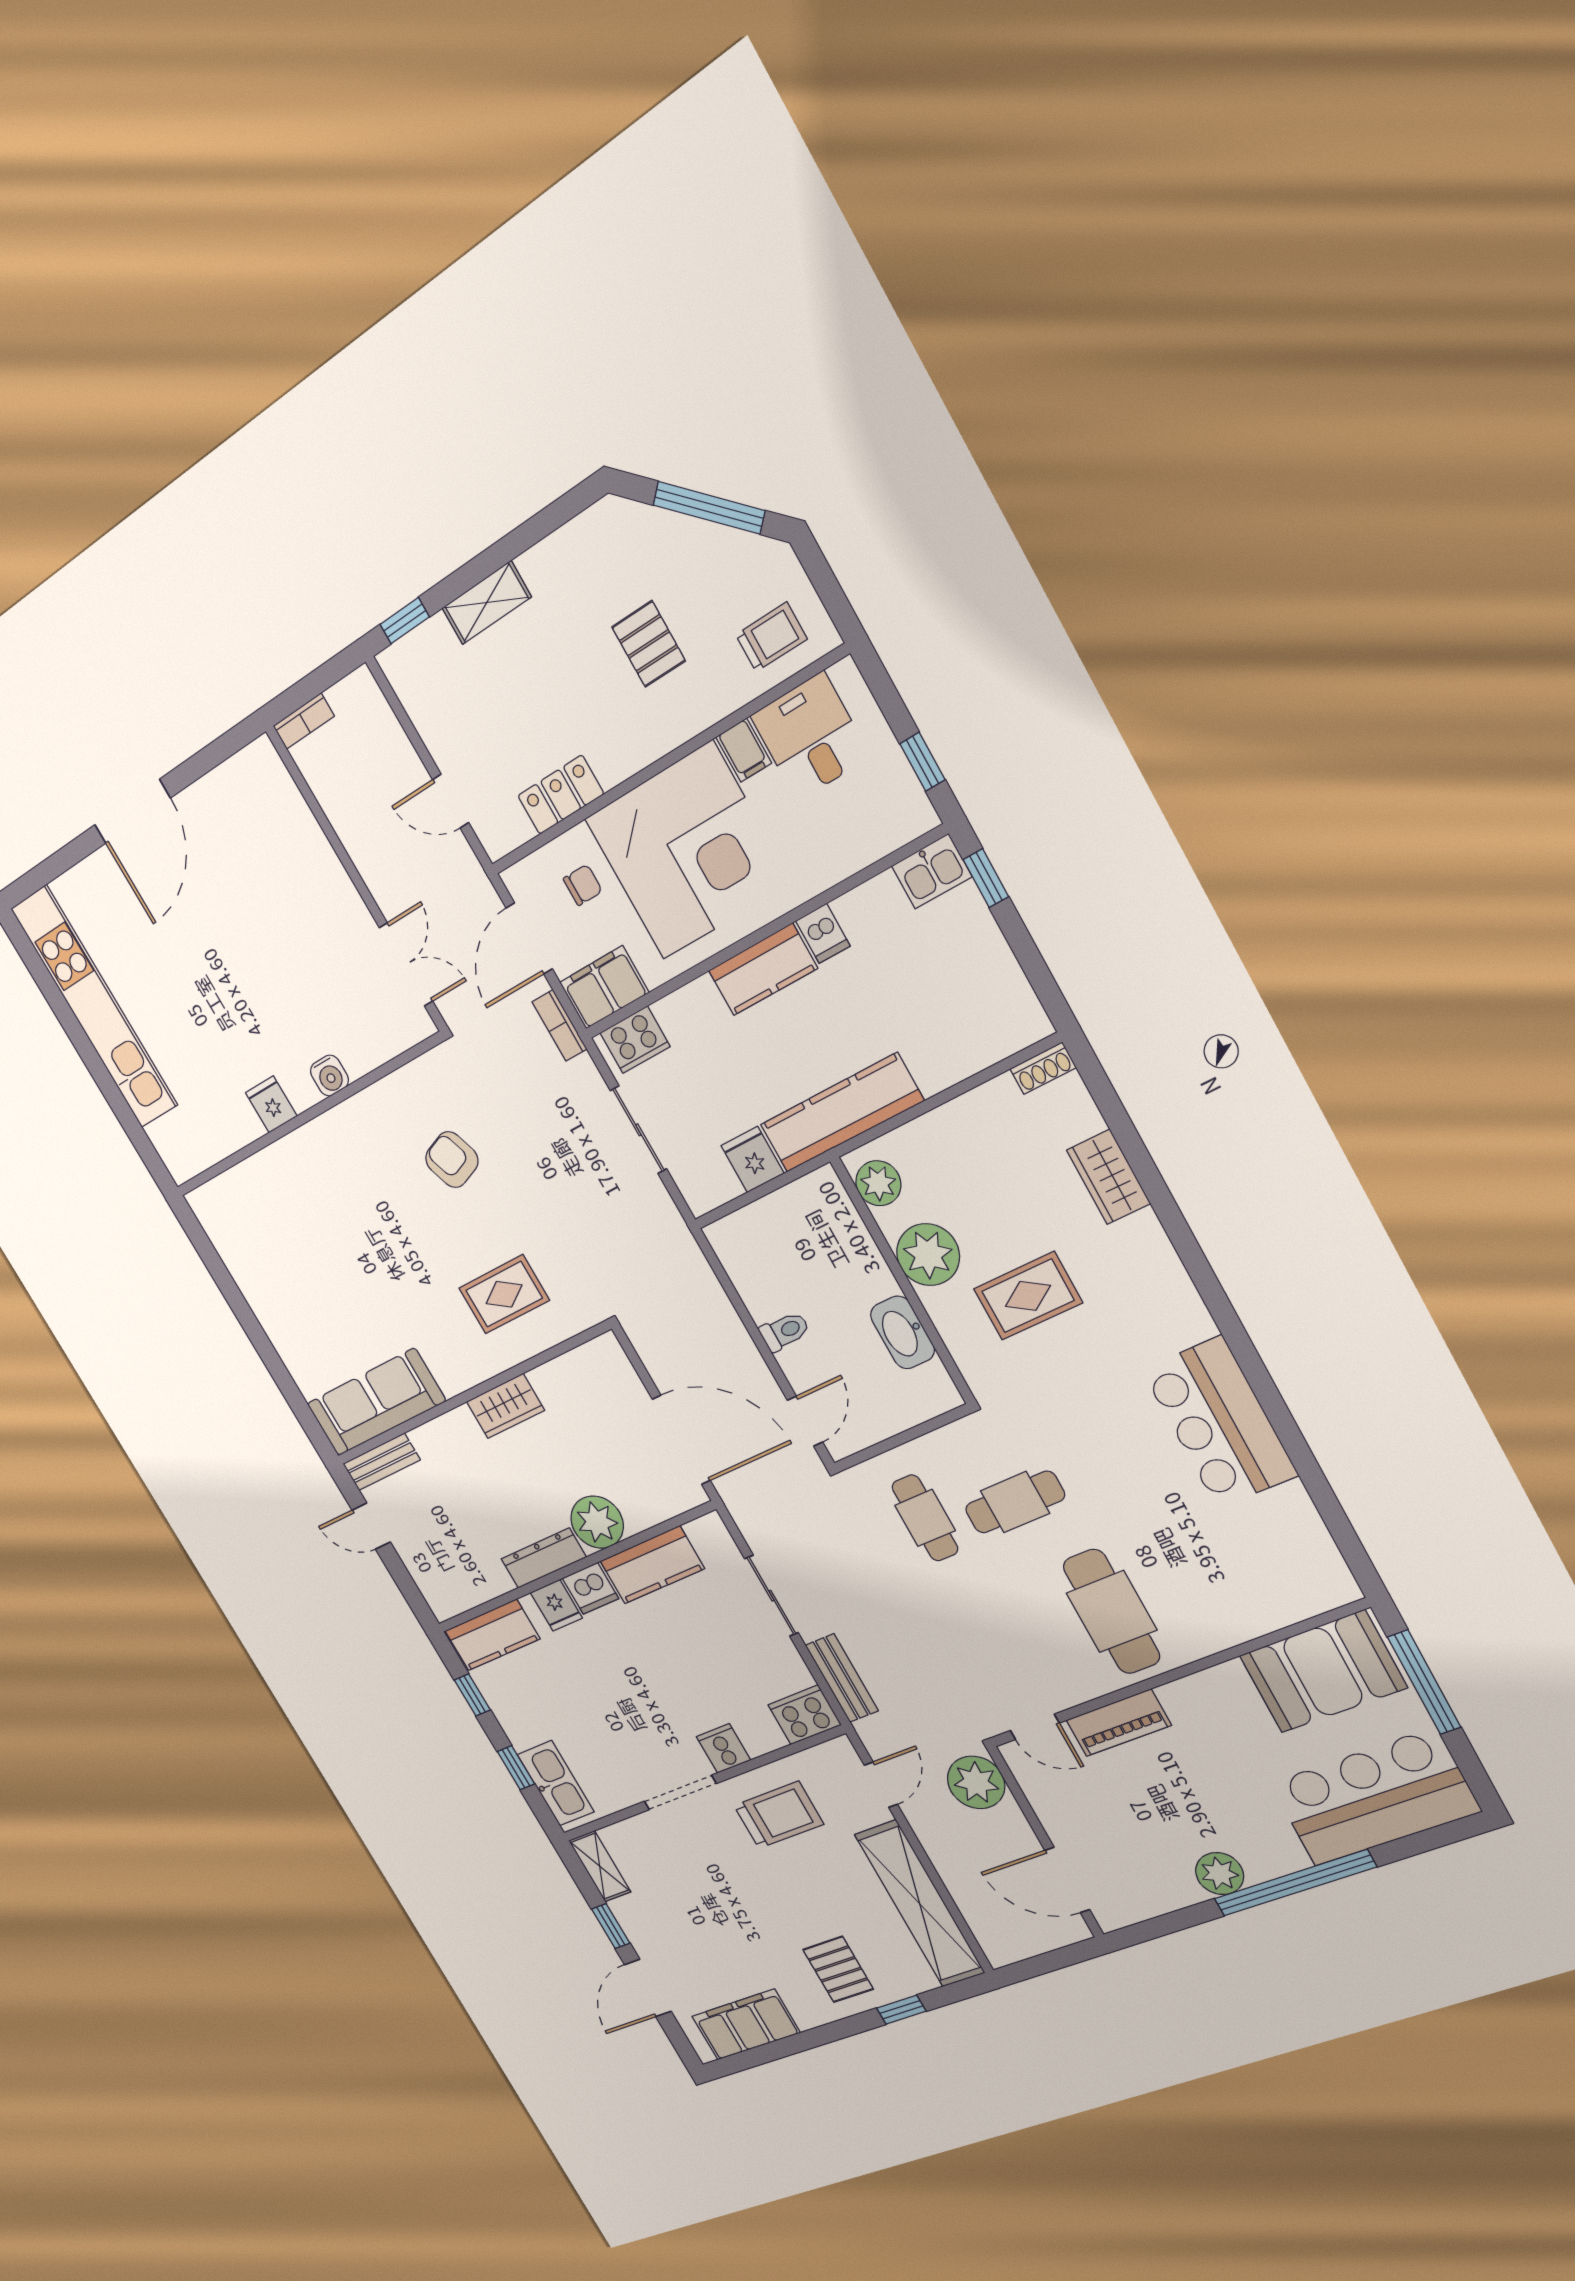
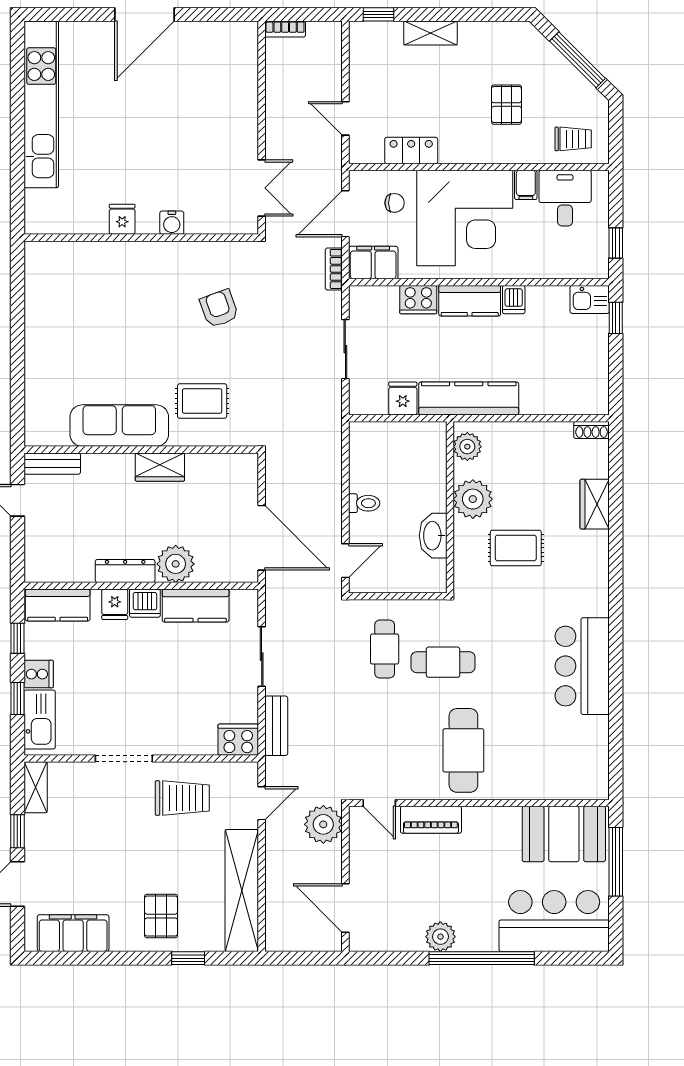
cooker: (635, 1040) -> (418, 300), moved
sofa: (376, 1402) -> (119, 426), moved
cooker: (723, 1748) -> (39, 674), moved, turned 90

